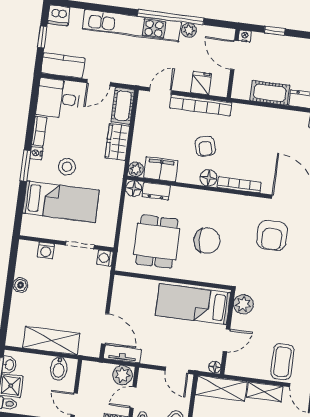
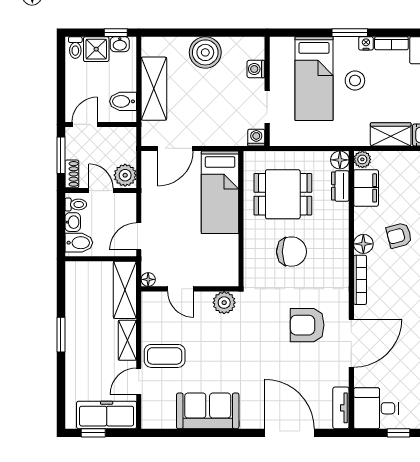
chair: (207, 241) -> (291, 252), turned -86
boiler: (20, 285) -> (205, 52), width x1.86, depth x1.86
bed: (193, 304) -> (220, 192), moved, turned 180
tv unit: (122, 354) -> (149, 172), removed

